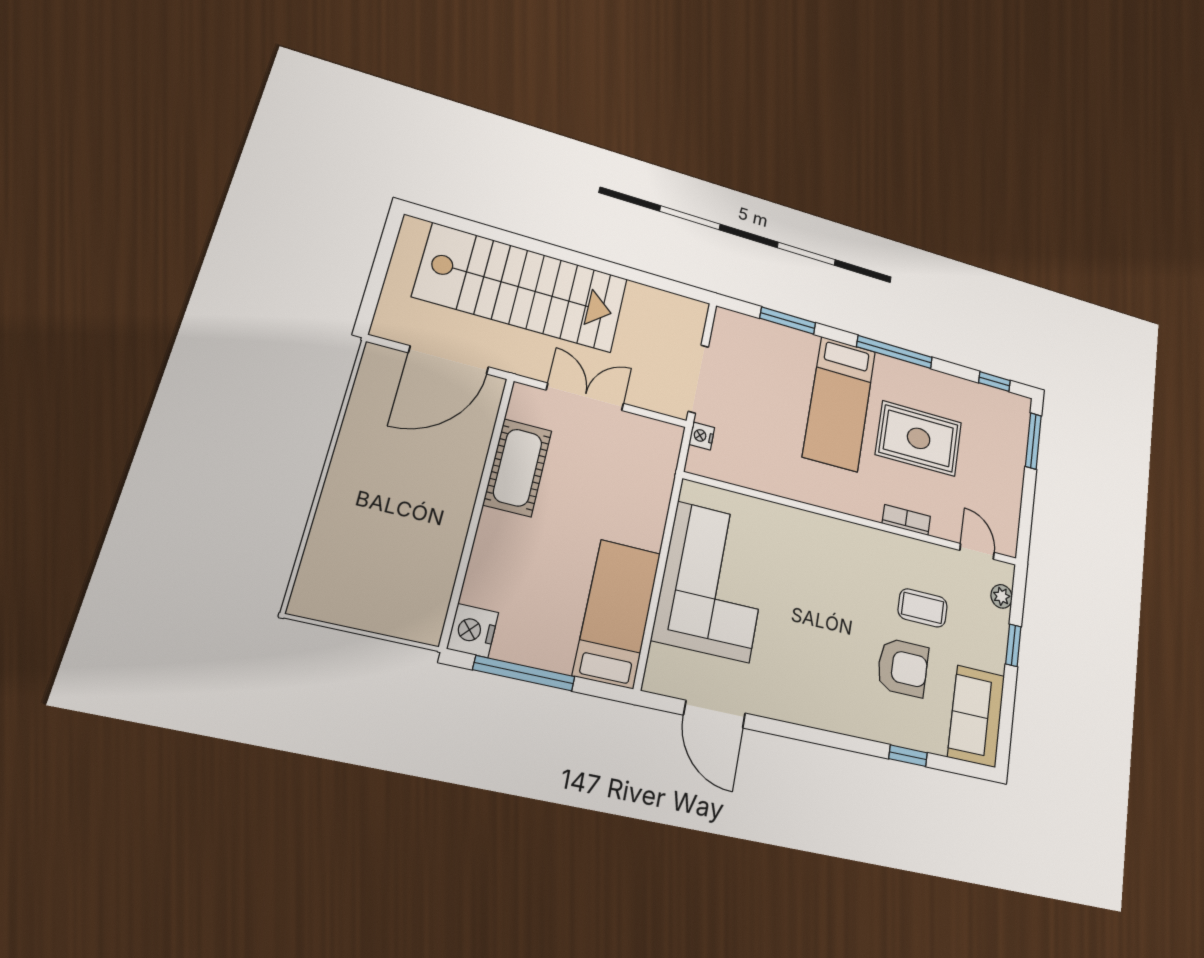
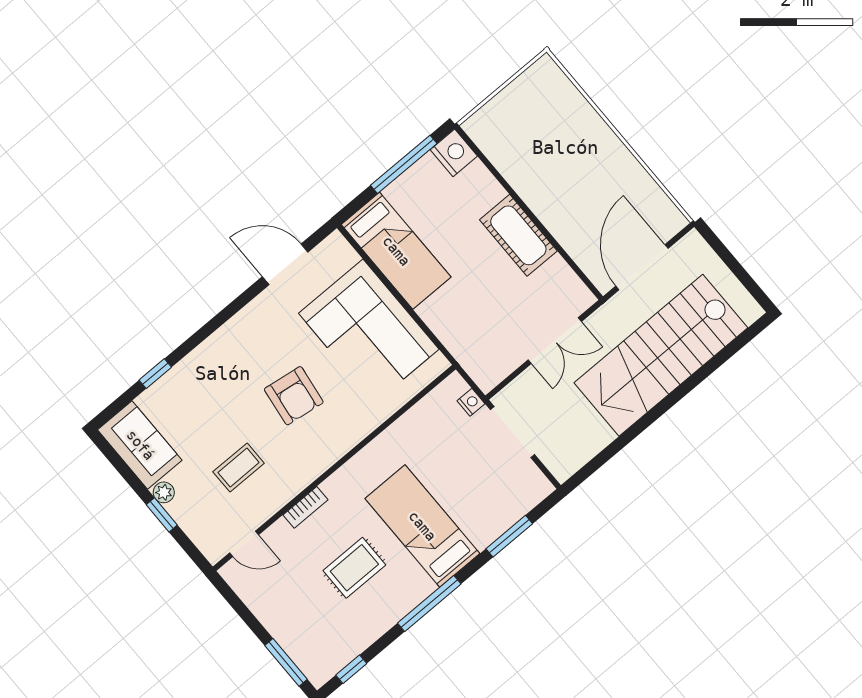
rug: (919, 438) -> (354, 568), width x0.73, depth x0.70
cot: (518, 468) -> (518, 235), moved
plant: (1002, 596) -> (164, 492), moved
armchair: (903, 668) -> (294, 396), moved, turned -82

